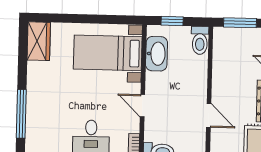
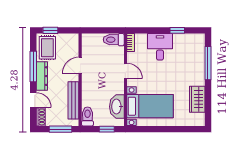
wardrobe: (39, 41) -> (197, 99), moved
bench: (220, 64) -> (73, 100), added
door: (209, 115) -> (80, 65), hinge flipped

